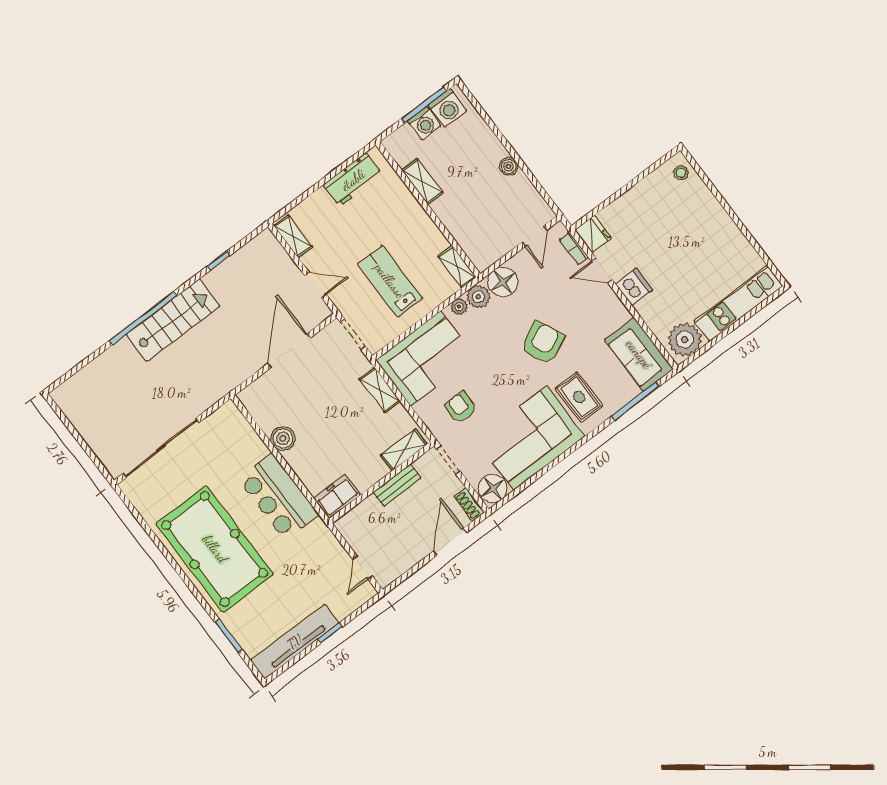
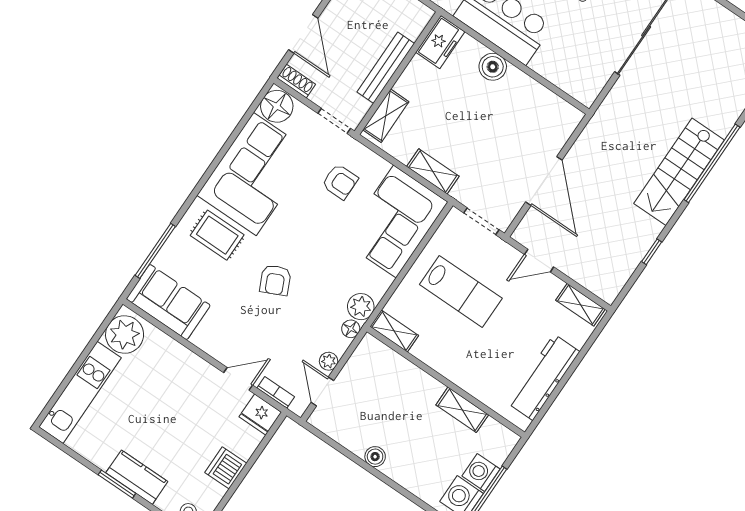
workbench: (353, 180) -> (543, 377), width x1.38
kitchen counter: (715, 216) -> (137, 477), added
window: (733, 216) -> (117, 484), added
floor lamp: (503, 282) -> (351, 329), width x0.53, depth x0.53
dishwasher: (634, 287) -> (226, 468), moved, turned 90
plant: (459, 307) -> (329, 361), moved
armchair: (543, 343) -> (275, 280), width x0.72, depth x0.72
boiler: (283, 439) -> (493, 67), moved
bench: (397, 485) -> (386, 68), width x1.36

